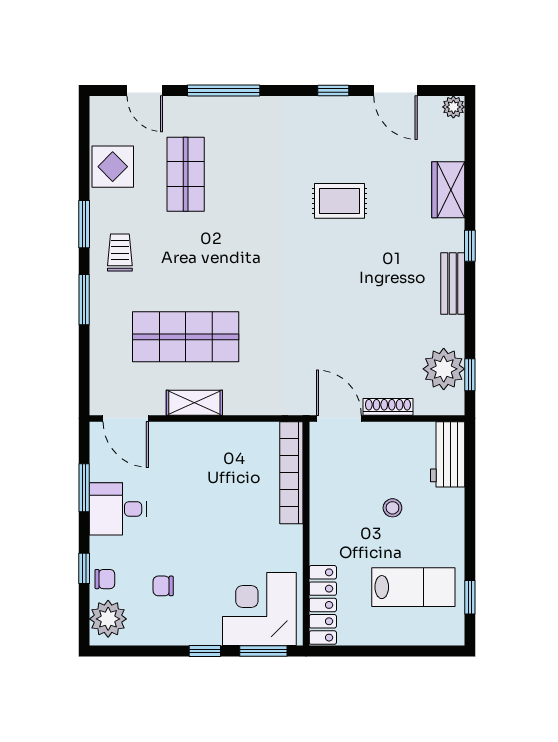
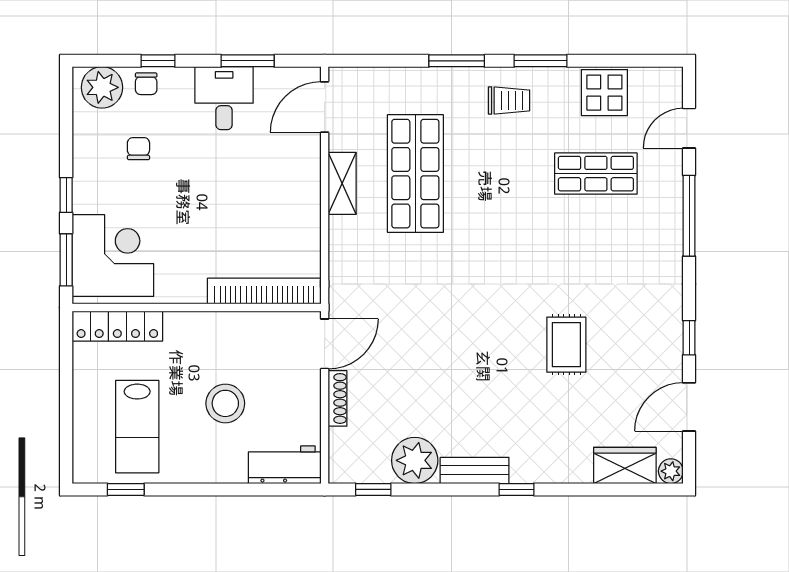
wardrobe: (448, 190) -> (625, 465), moved
plant: (444, 369) -> (415, 460), moved
stool: (392, 508) -> (225, 403), width x1.89, depth x1.89

